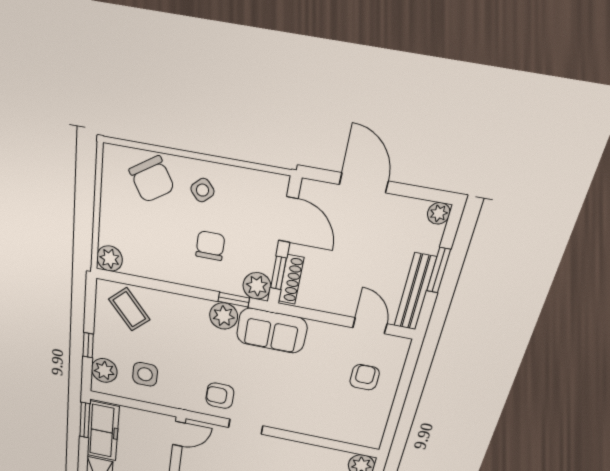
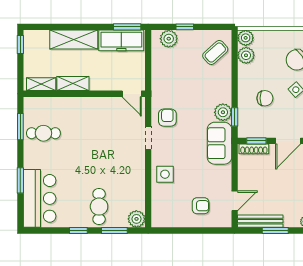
plant: (257, 286) -> (246, 55), moved
side table: (145, 374) -> (165, 174), moved

